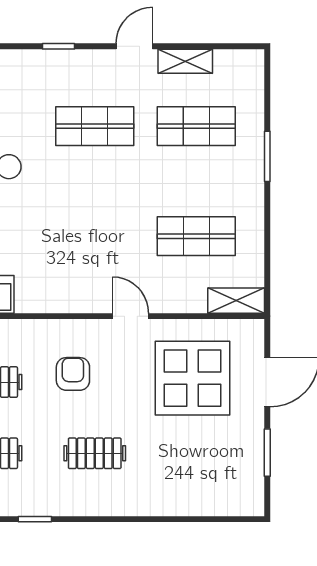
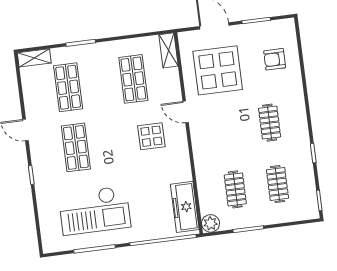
shelving: (185, 61) -> (34, 58), moved, turned 90
display table: (97, 254) -> (151, 136), added
door: (131, 316) -> (186, 112), hinge flipped
armchair: (73, 374) -> (275, 59), moved

